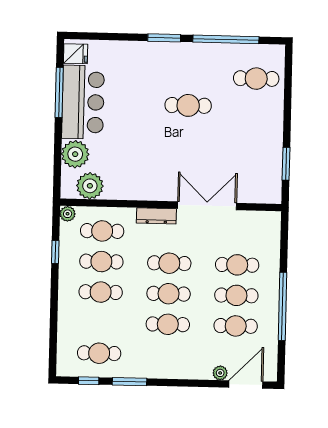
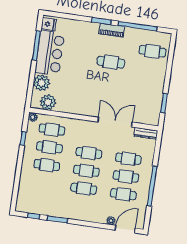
piano: (183, 51) -> (112, 30), added
dresser: (156, 216) -> (146, 133), moved
cafe table: (99, 353) -> (42, 201), removed

